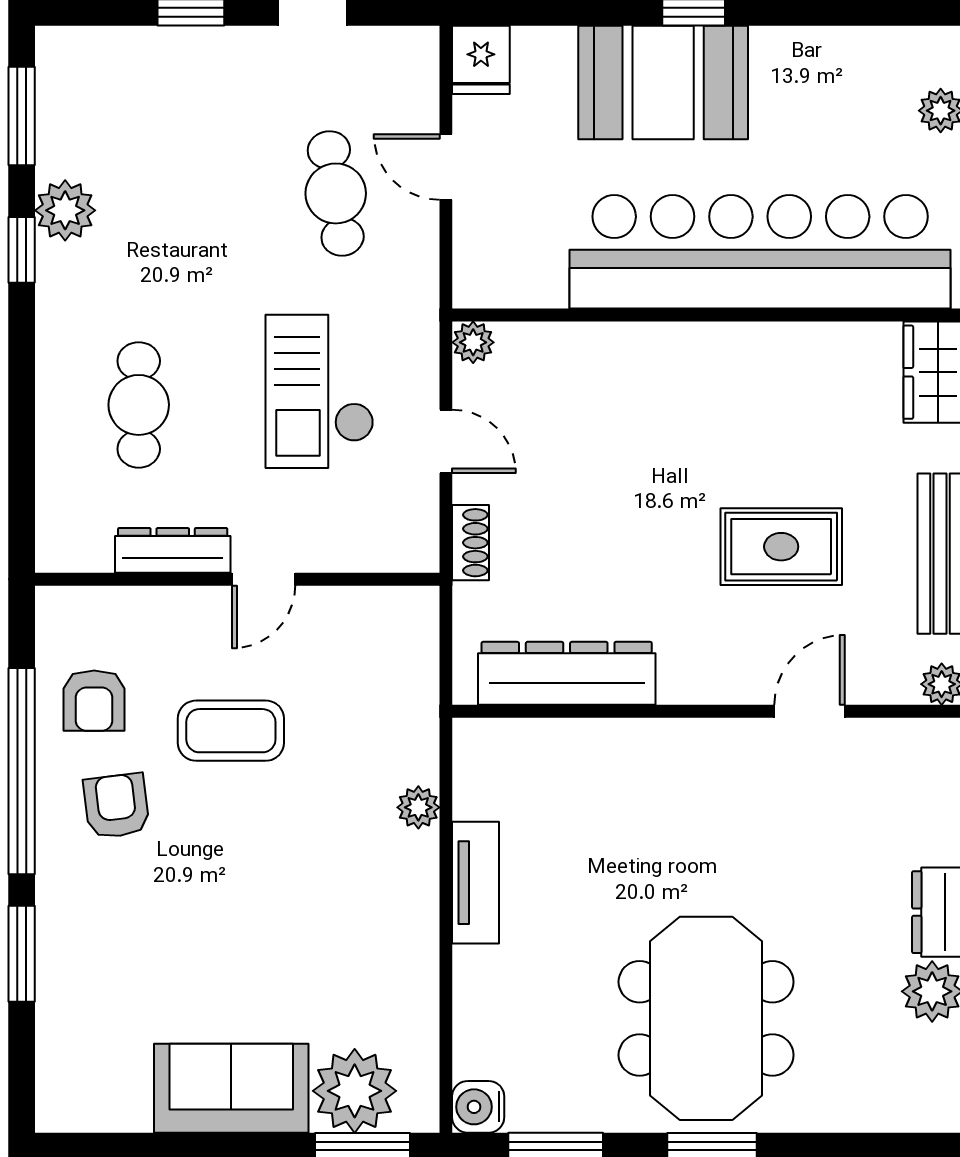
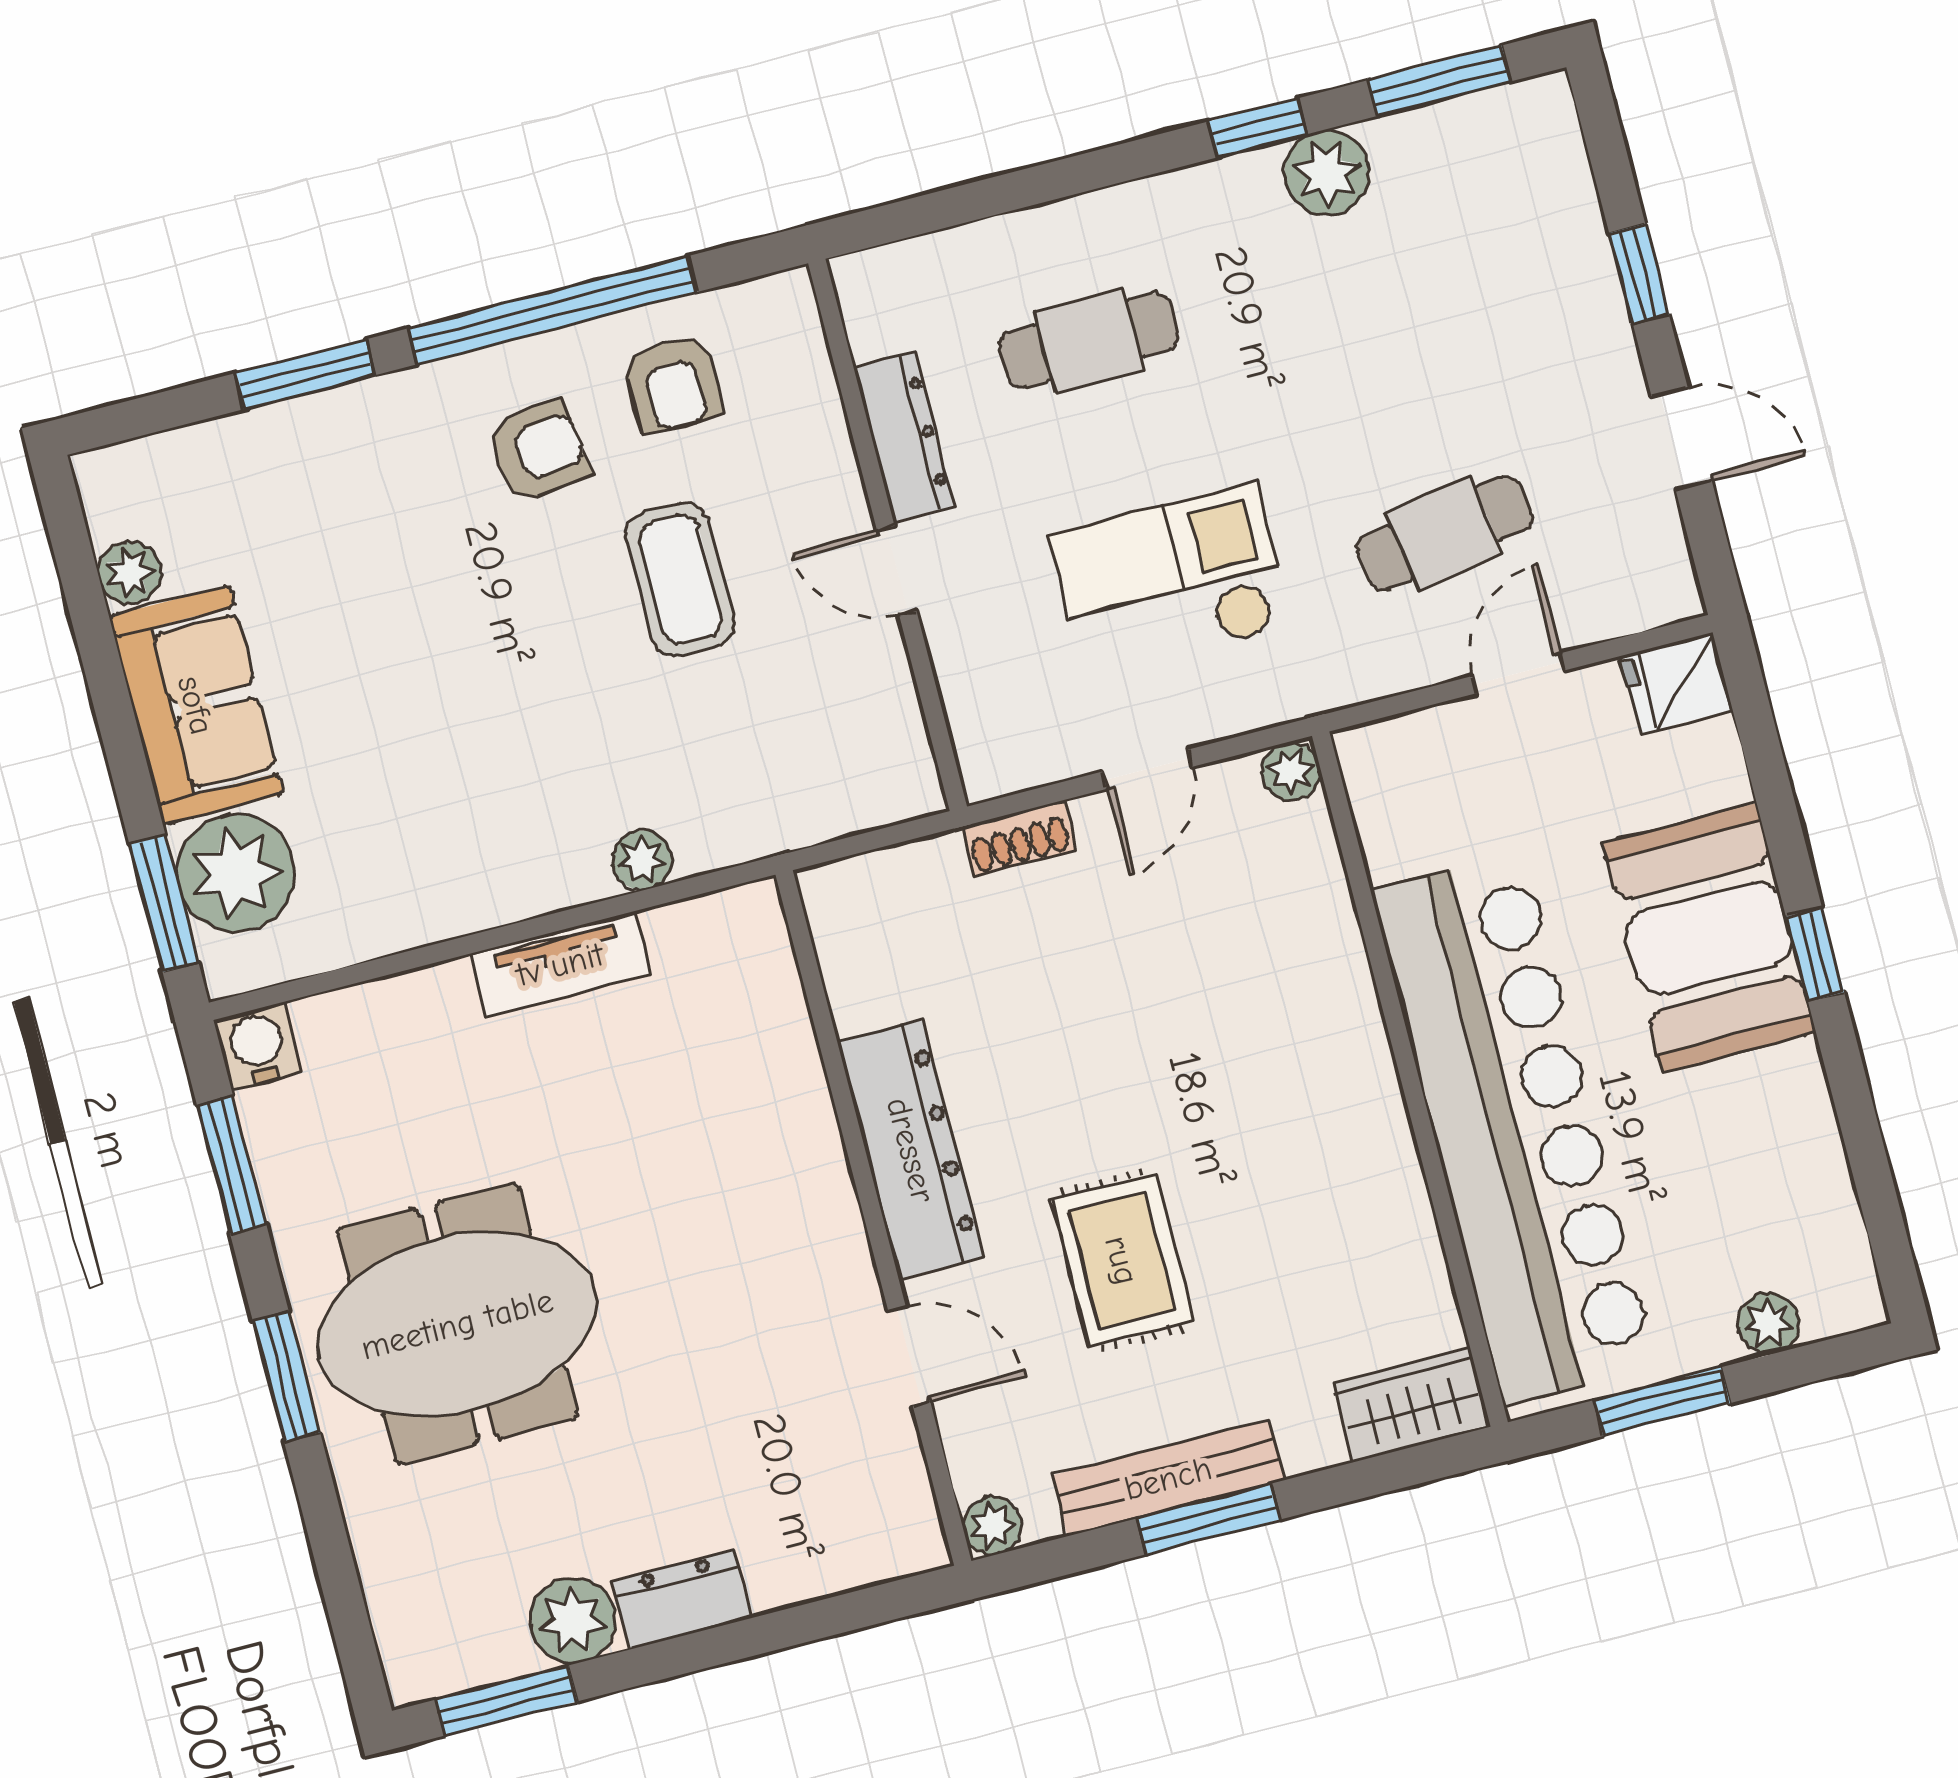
dresser: (567, 673) -> (911, 1150), moved
armchair: (94, 701) -> (673, 384), turned -90
plant: (128, 1111) -> (130, 573), added

